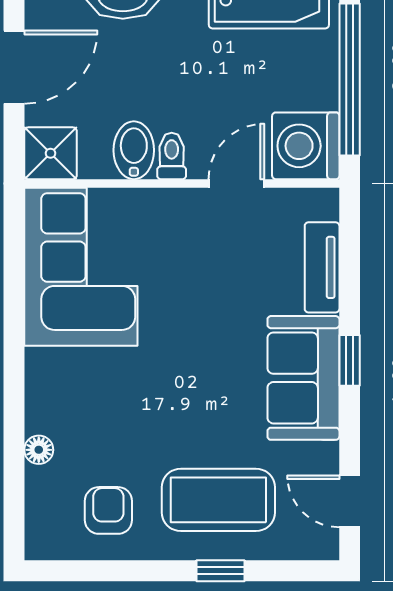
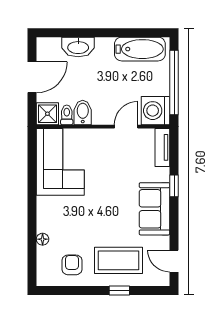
toilet: (172, 156) -> (67, 115), moved
tv unit: (322, 267) -> (162, 147), moved
window: (350, 360) -> (174, 186), moved

